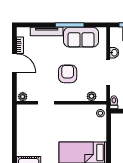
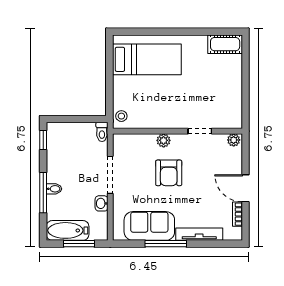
plant: (92, 96) -> (164, 140), moved

